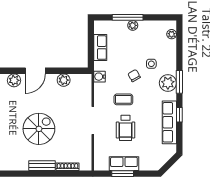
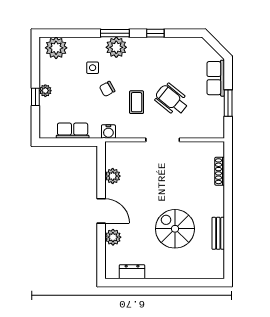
window: (128, 17) -> (35, 97), width x0.46
plant: (172, 34) -> (56, 48), width x1.87, depth x1.87
row of seats: (169, 122) -> (165, 45), removed
wheelchair: (125, 128) -> (172, 100), turned -141
spiral stairs: (39, 129) -> (175, 229), moved
row of seats: (124, 164) -> (216, 78), moved
bench: (42, 166) -> (218, 233), moved

